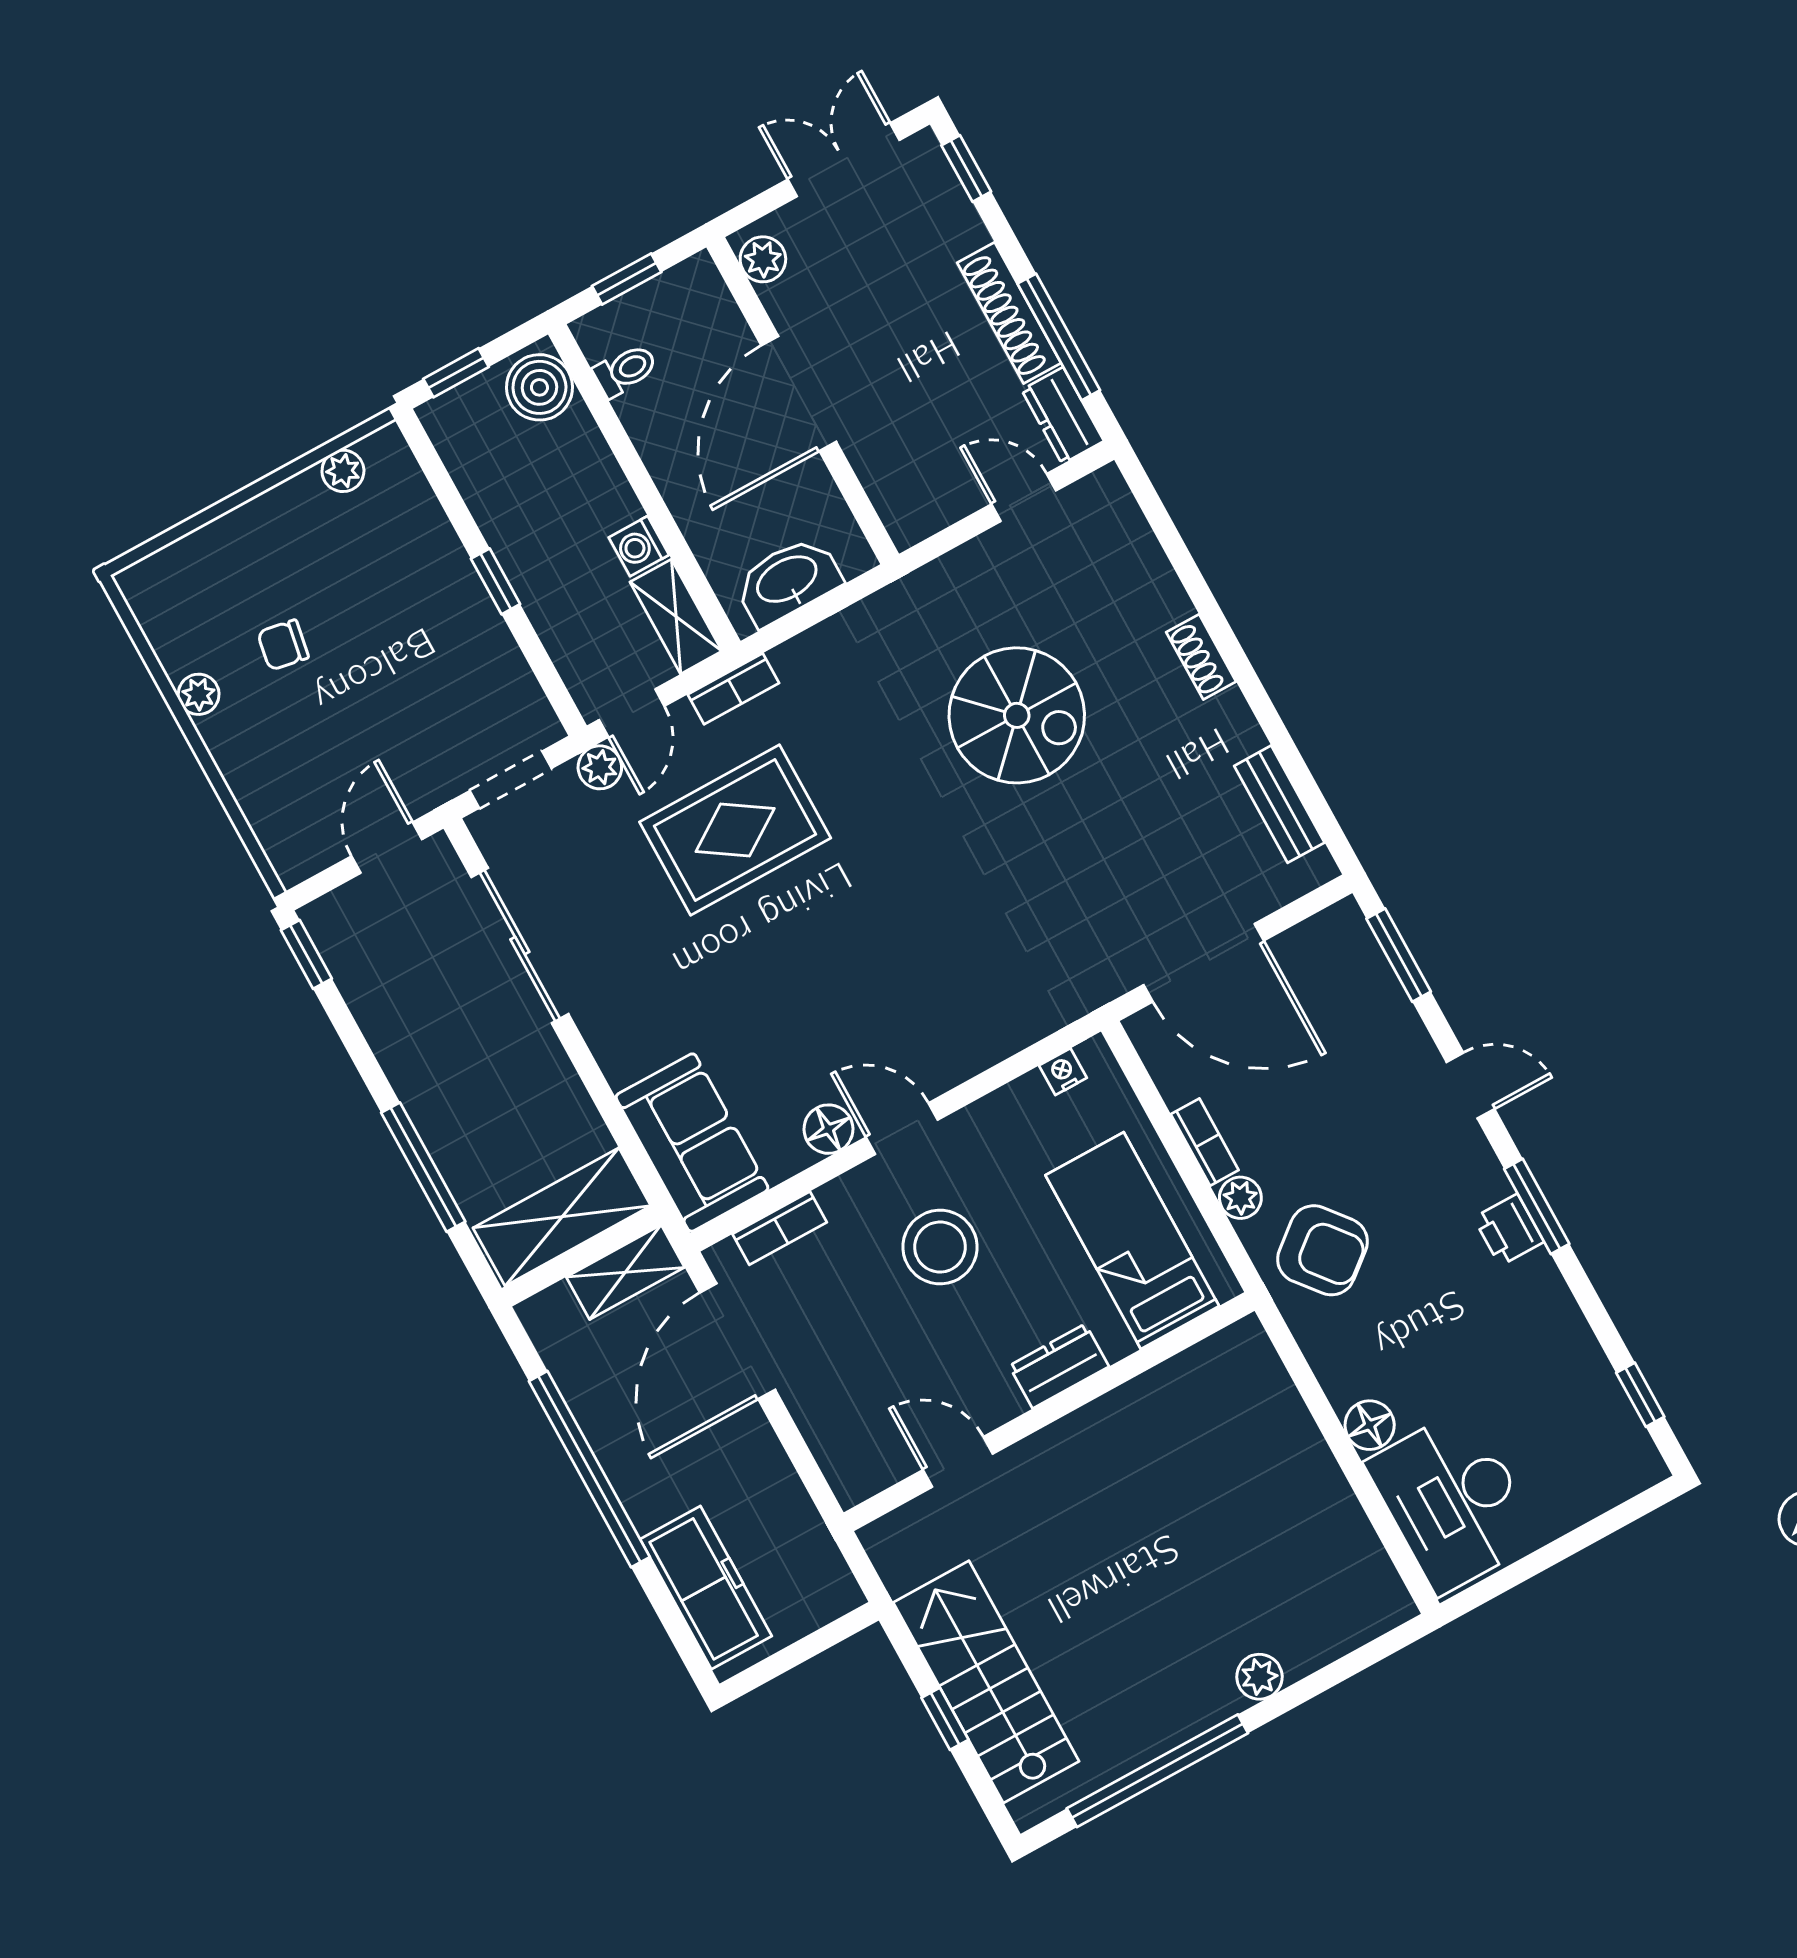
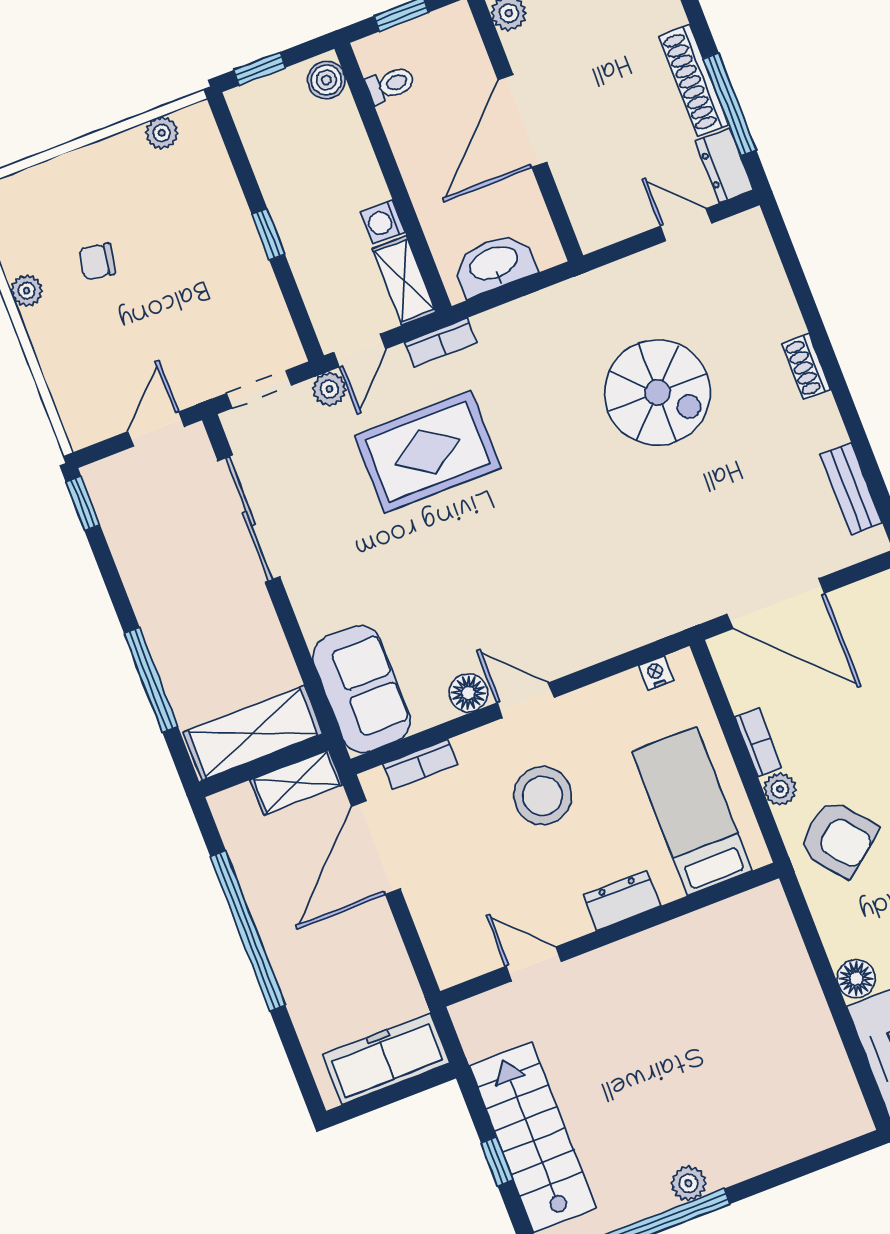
boiler: (539, 387) -> (326, 80), width x0.73, depth x0.73
freezer: (706, 1588) -> (386, 1059), moved, turned -90
plant: (1259, 1677) -> (689, 1183), moved

